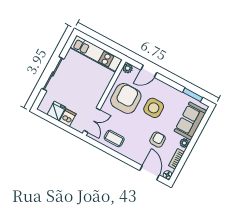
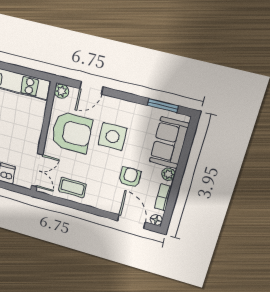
armchair: (126, 98) -> (72, 133), turned 90

